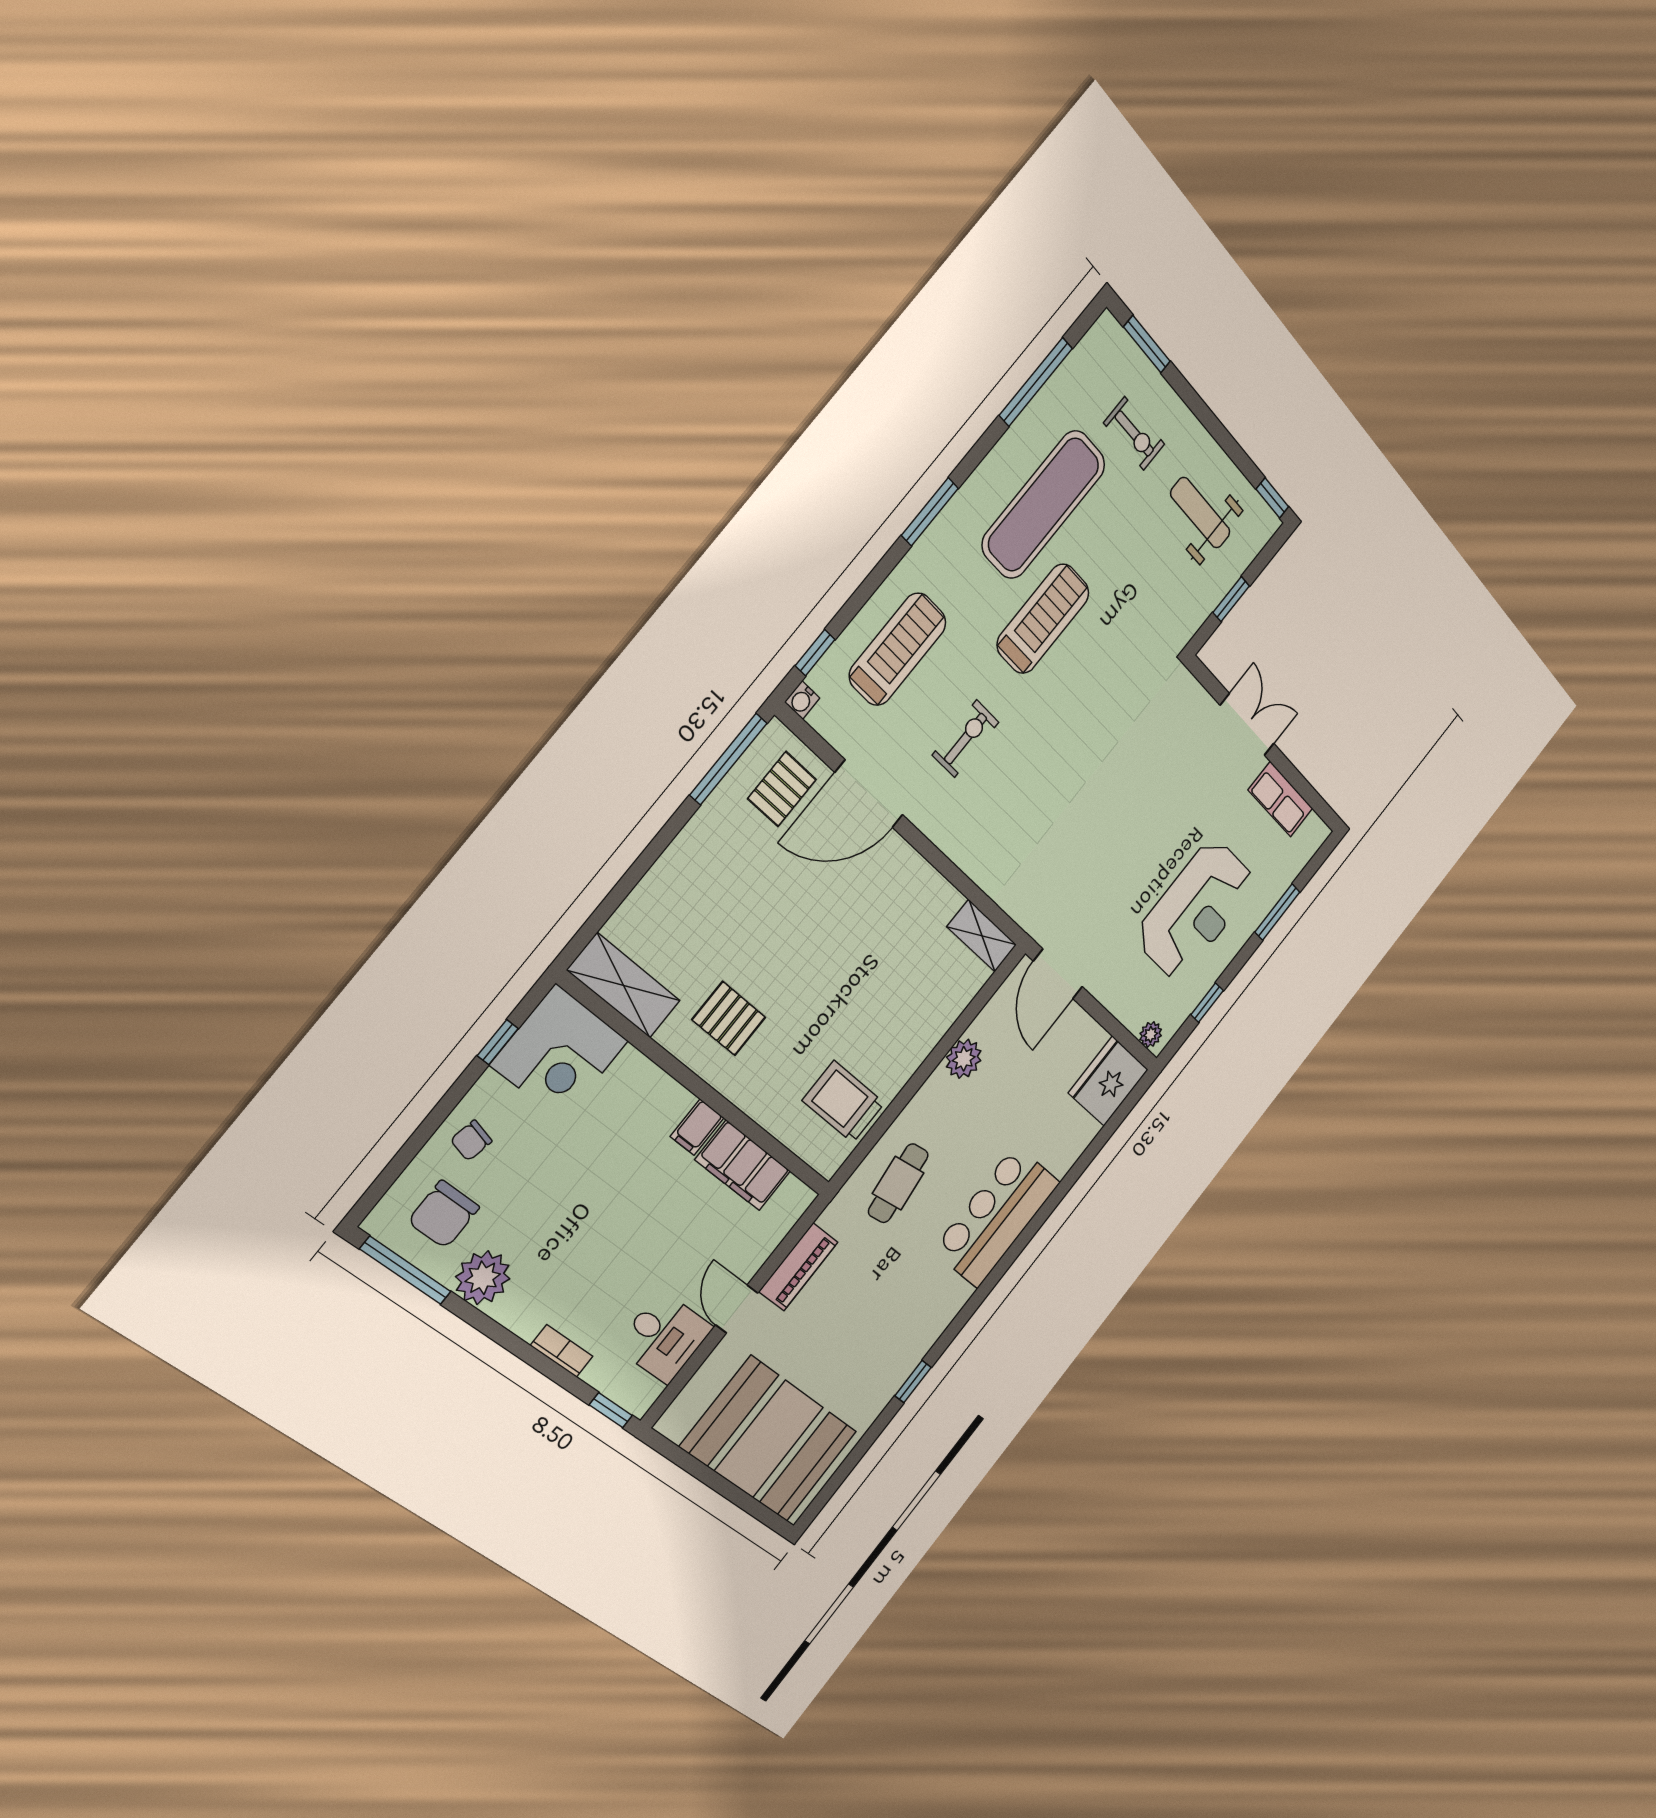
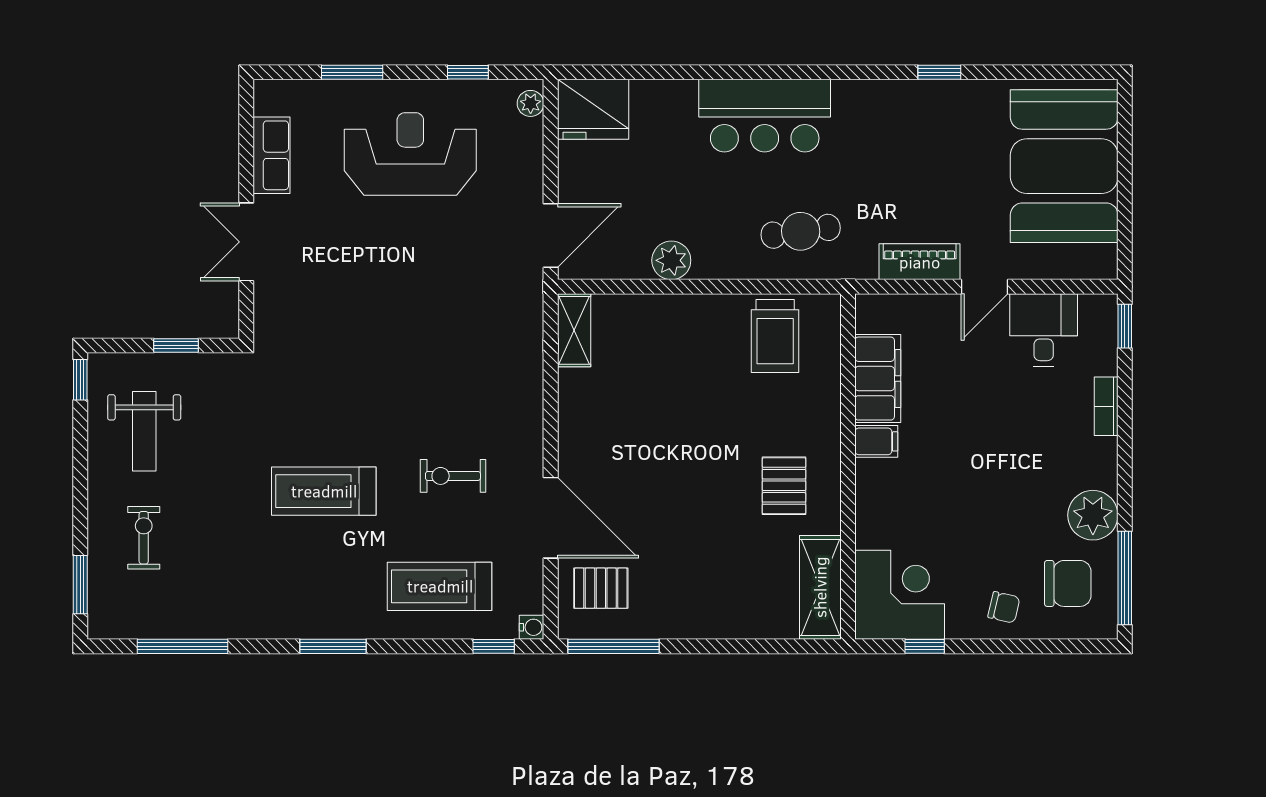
exercise mat: (1044, 505) -> (252, 564), removed

